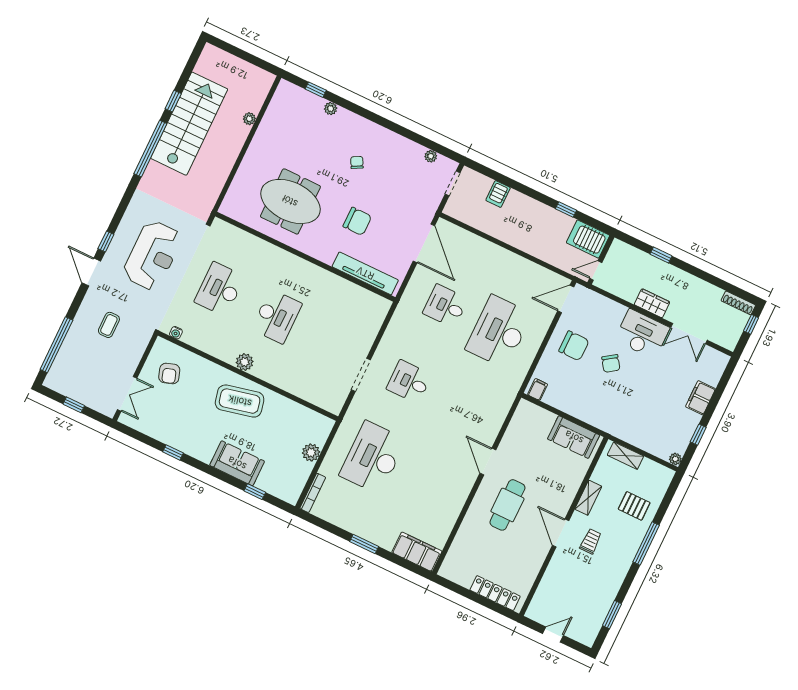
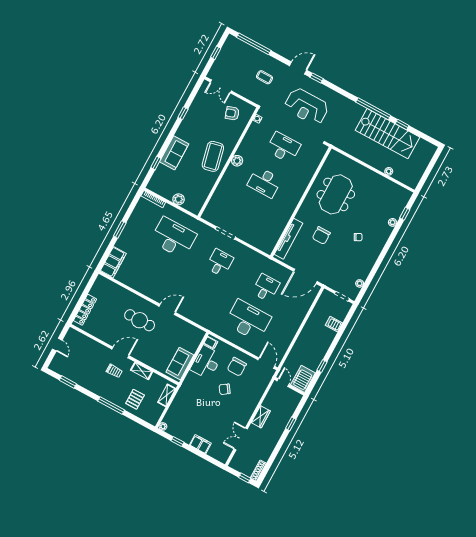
desk: (642, 334) -> (206, 362), moved, turned 180

